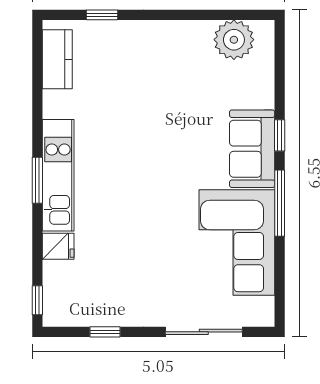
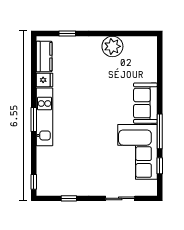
plant: (234, 40) -> (112, 46), moved
window: (280, 135) -> (160, 166), moved
fridge: (58, 246) -> (45, 80), moved
sliding door: (204, 332) -> (120, 198), width x0.73

